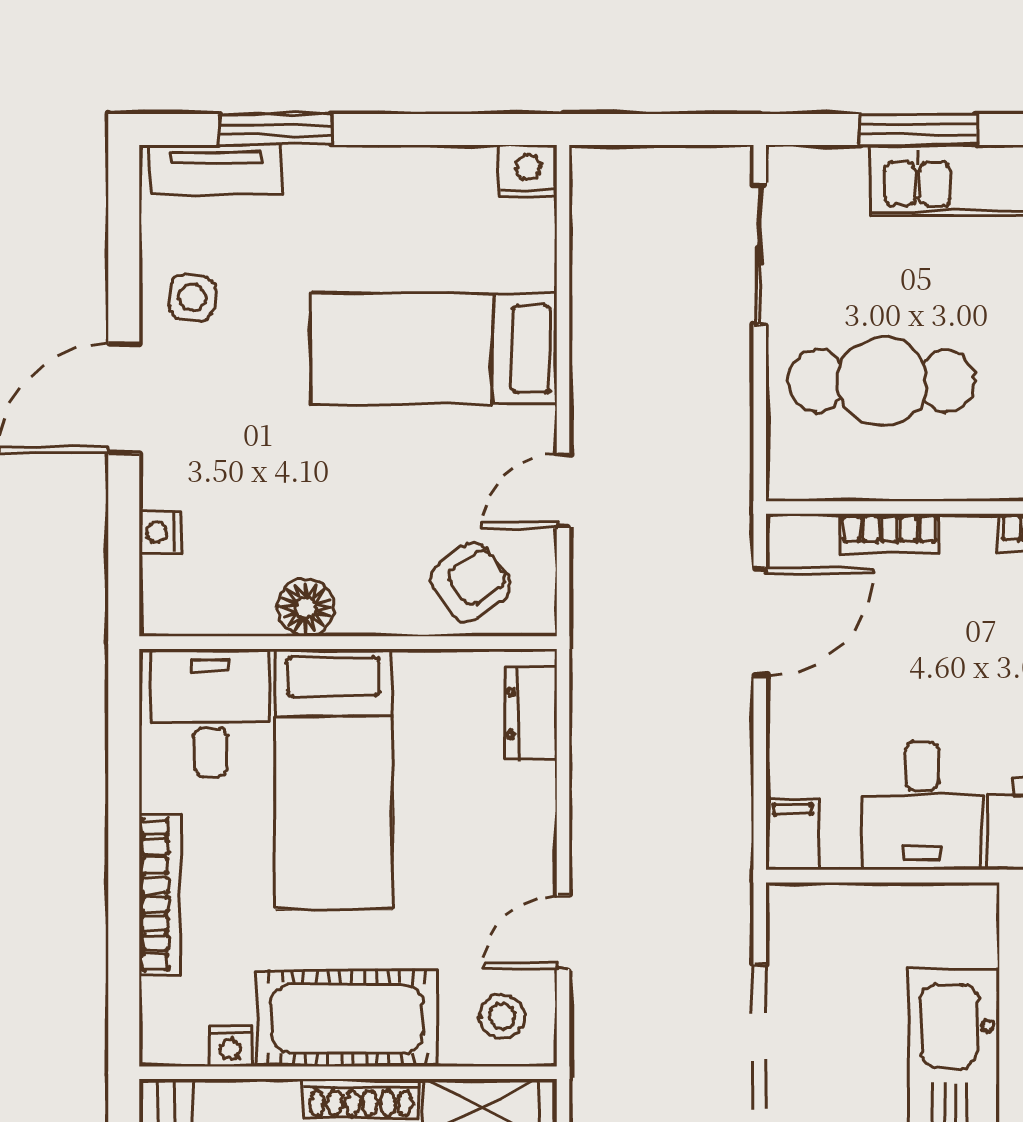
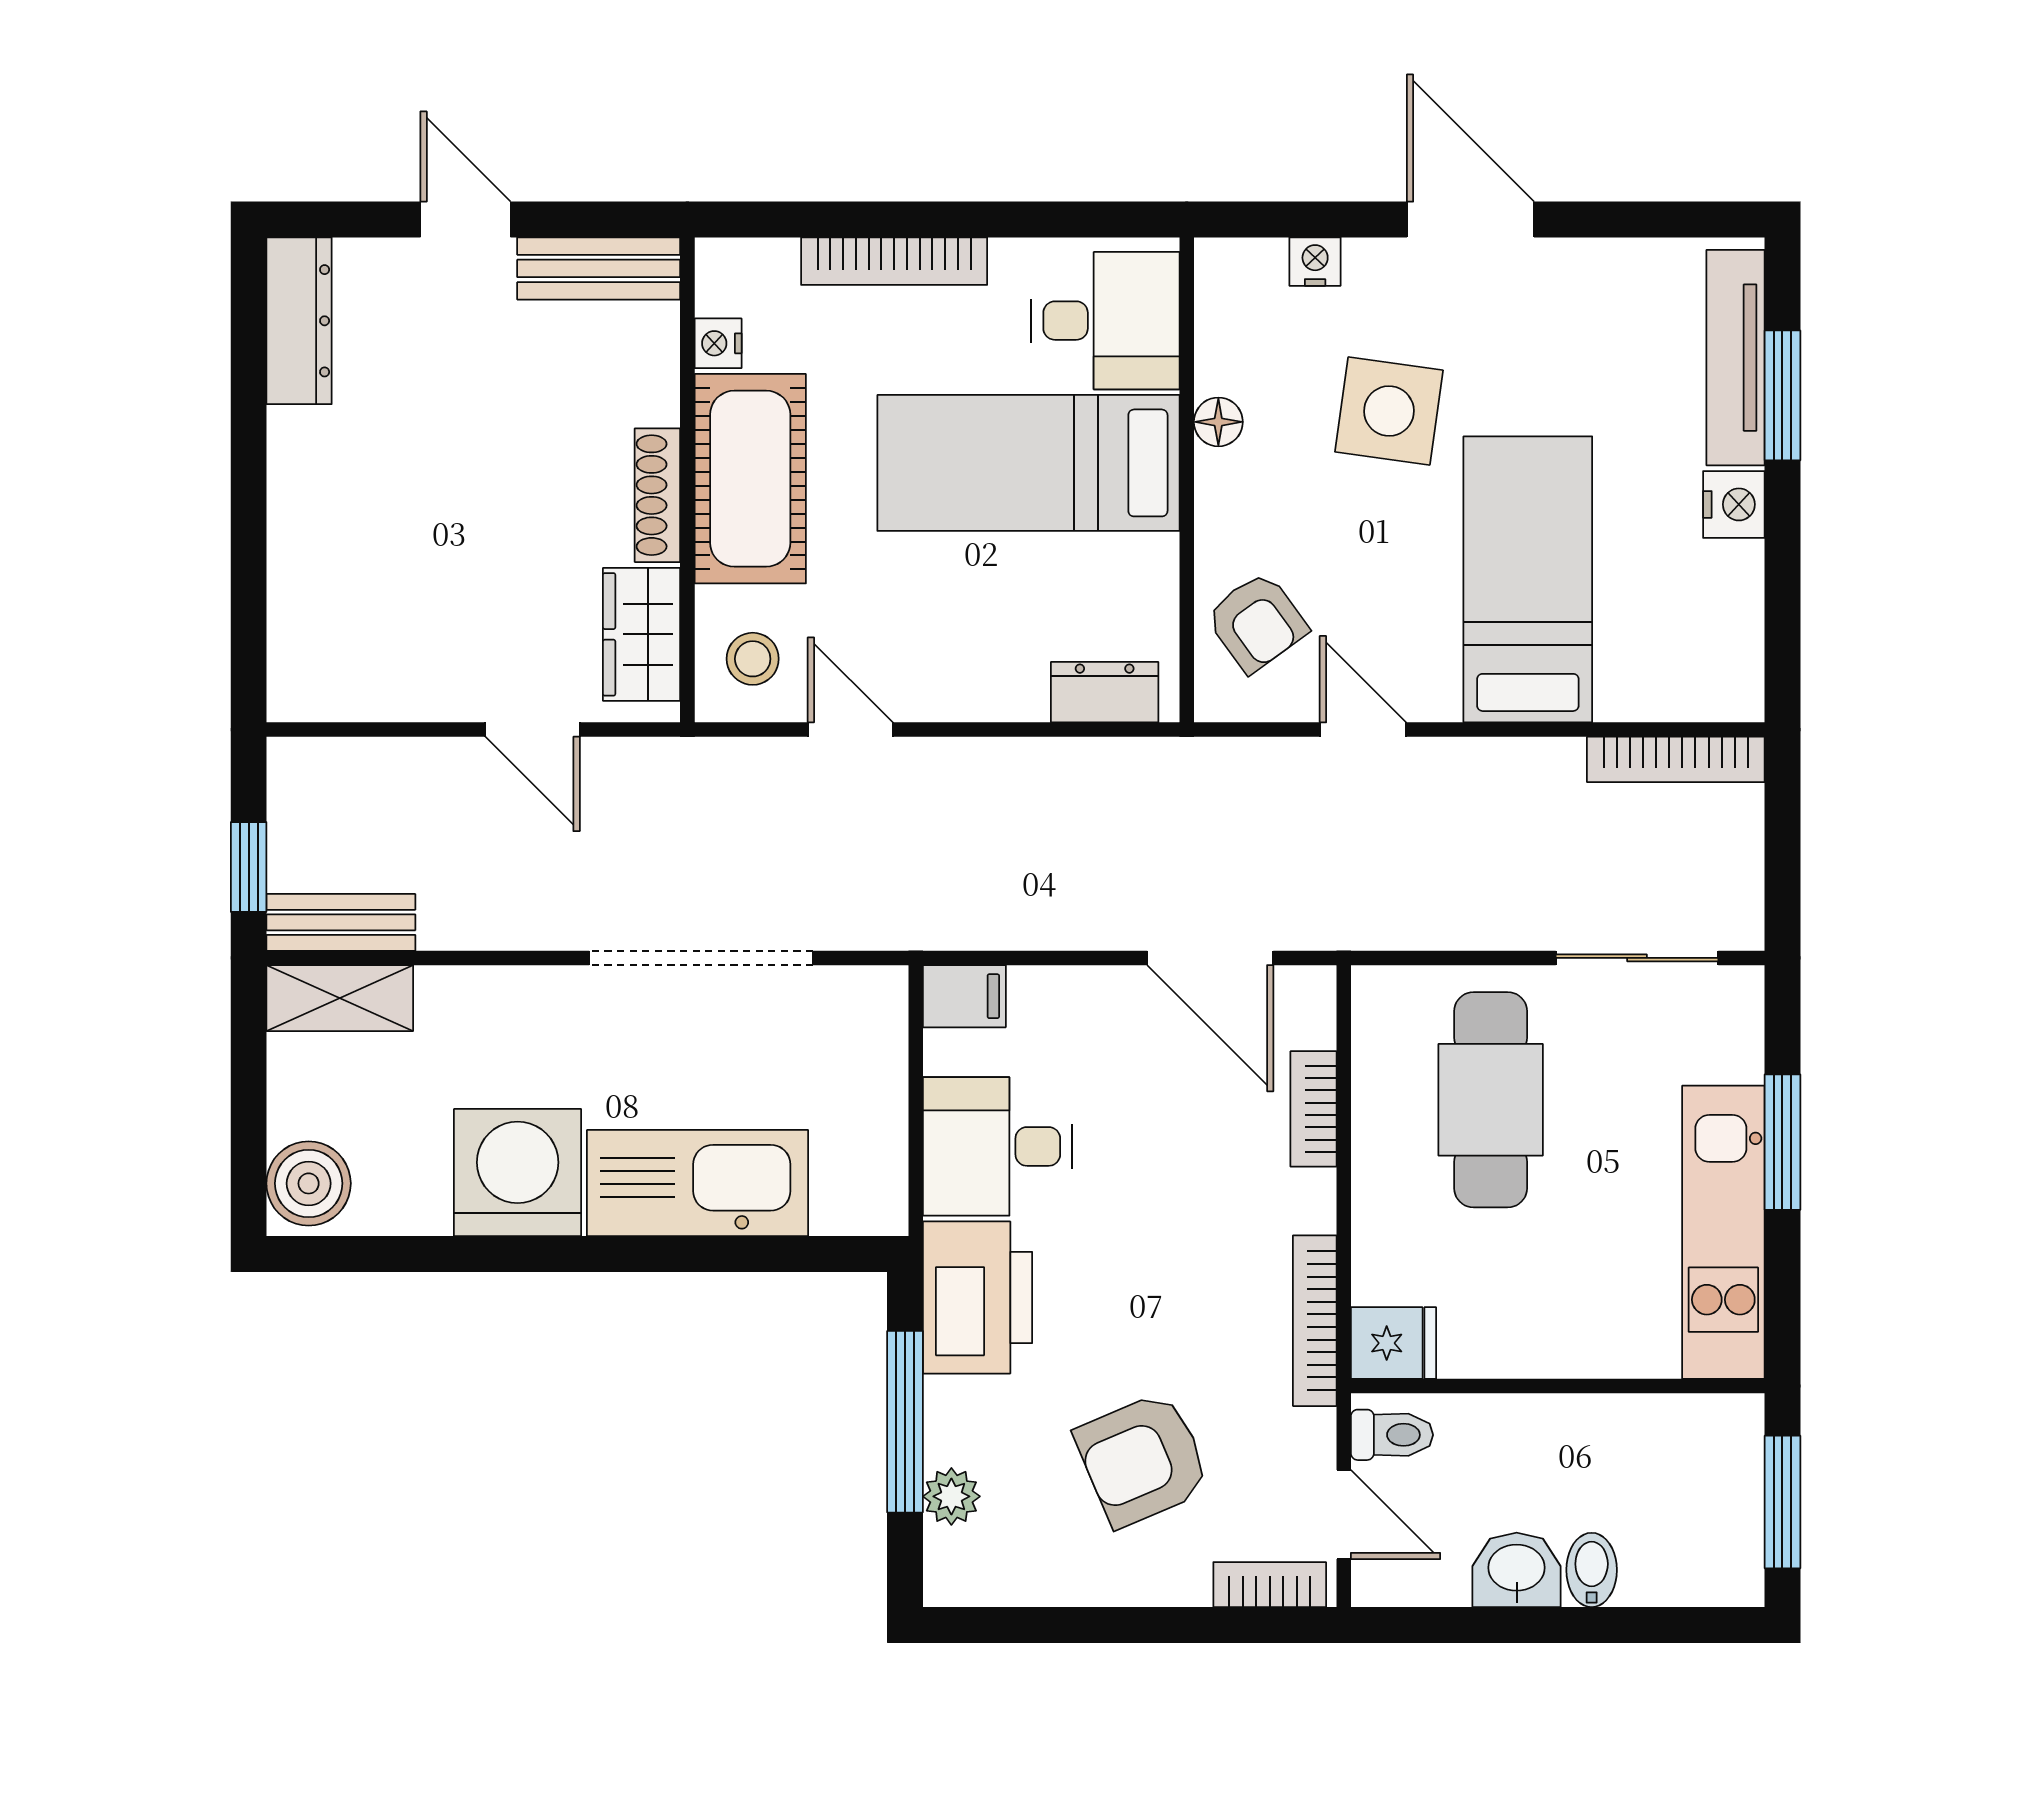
tv unit: (216, 170) -> (1735, 358), width x1.41
nightstand: (528, 171) -> (1734, 504), moved
bookcase: (589, 221) -> (1676, 759), added
side table: (192, 298) -> (1389, 411), moved, width x1.87, depth x1.87
floor lamp: (306, 608) -> (1218, 422), width x0.73, depth x0.73

